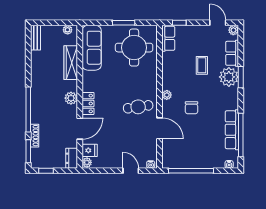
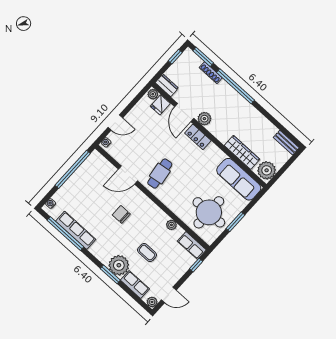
plant: (68, 30) -> (267, 170), width x1.87, depth x1.87
plant: (167, 95) -> (171, 225), moved
plant: (71, 98) -> (204, 119), moved

